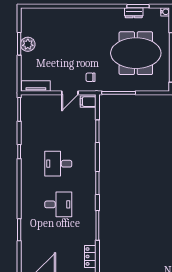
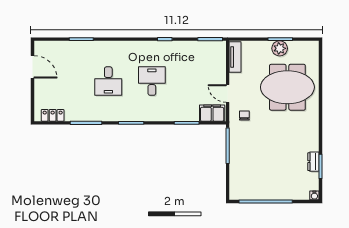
meeting table: (136, 53) -> (287, 87), moved, turned 90
filing cabinet: (88, 102) -> (212, 113), width x2.00

